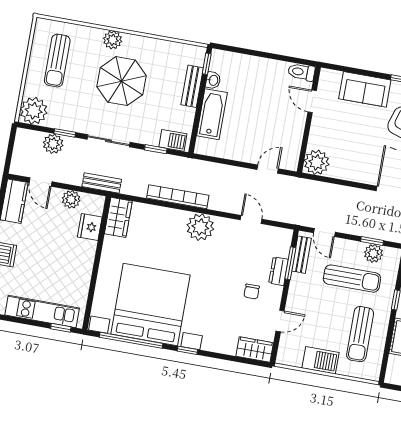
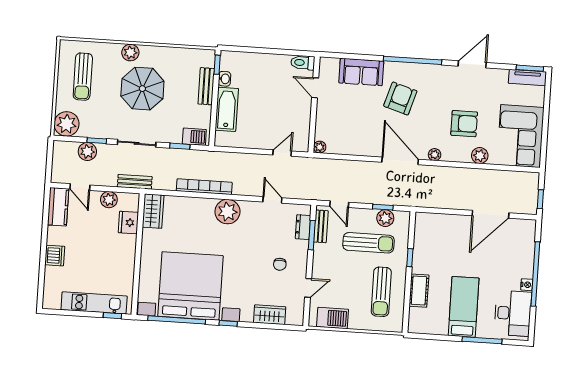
plant: (317, 162) -> (320, 147), width x0.53, depth x0.53
dresser: (279, 271) -> (303, 227), moved
wardrobe: (255, 349) -> (270, 315), moved
barbecue: (321, 360) -> (332, 318), moved

